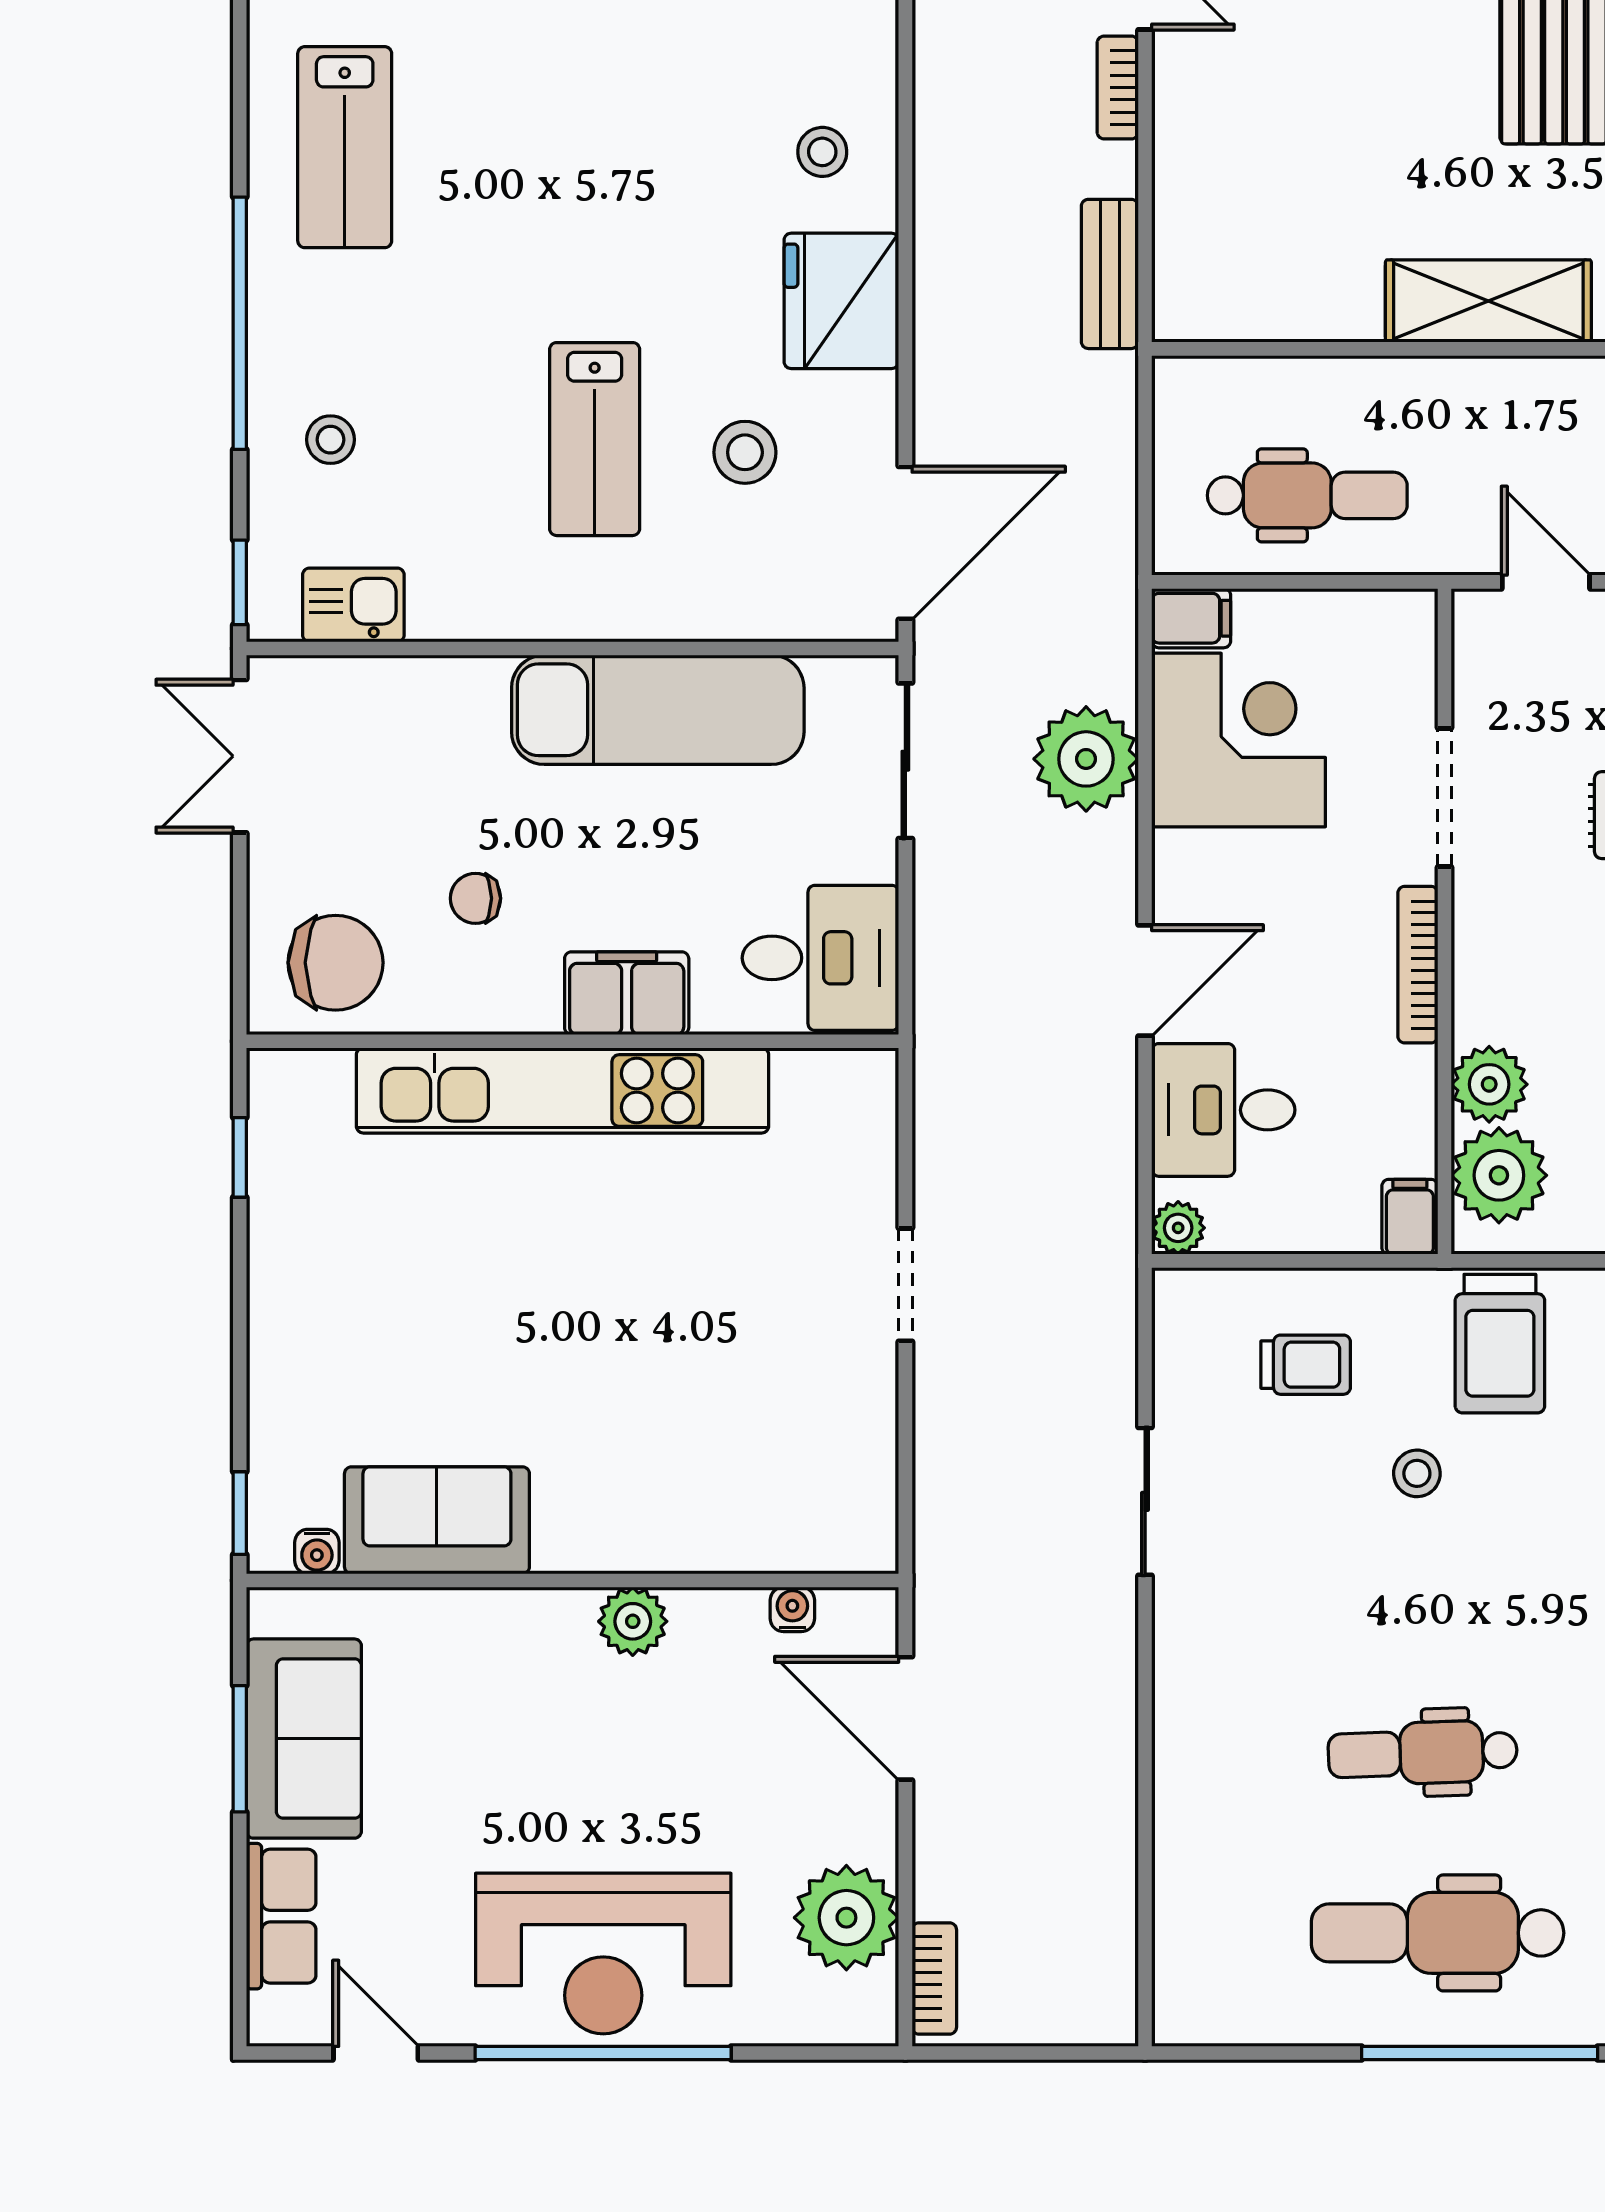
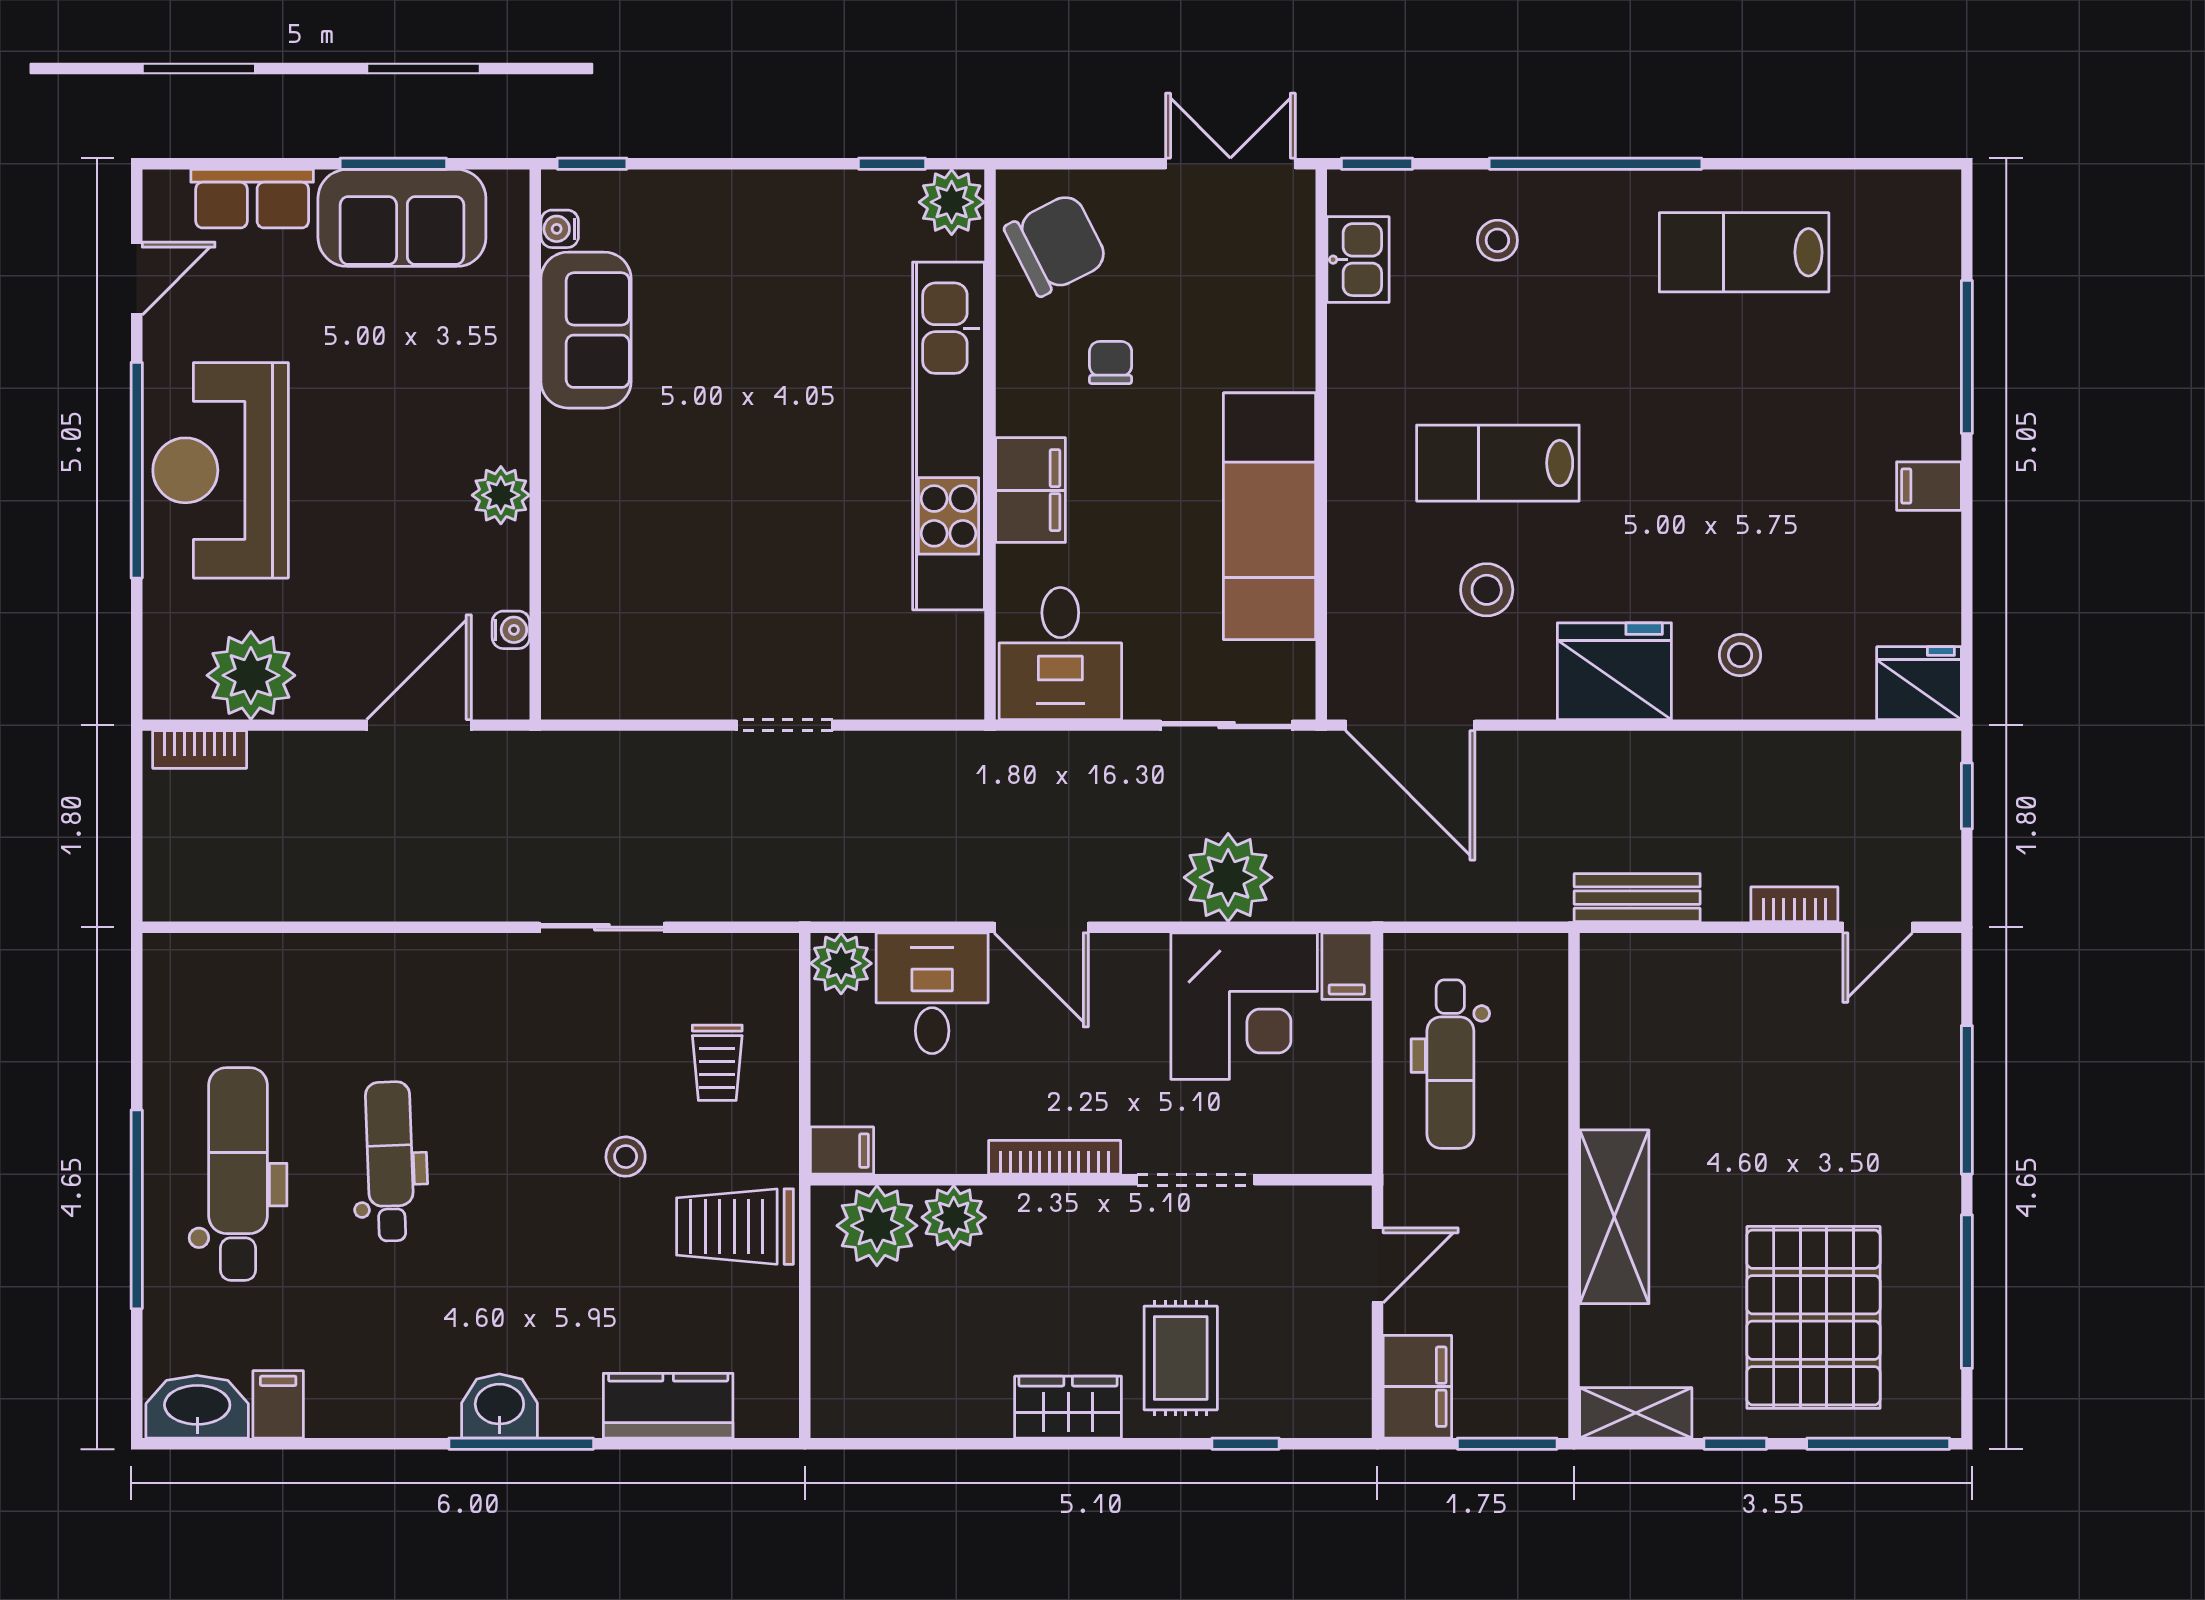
chair: (336, 963) -> (1056, 245), turned -117
plant: (285, 1087) -> (952, 202), added
plant: (1178, 1228) -> (841, 963), width x1.38, depth x1.38

